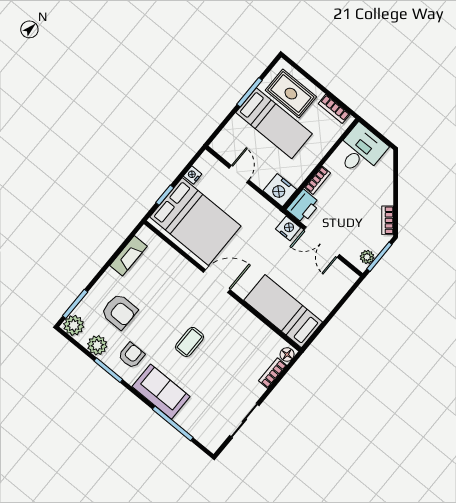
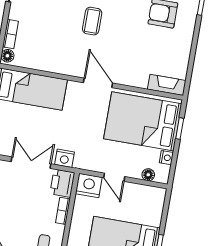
floor lamp: (219, 169) -> (148, 175), added
door: (239, 174) -> (114, 177), moved
fireplace: (128, 256) -> (167, 85), moved, turned 90
door: (217, 281) -> (98, 83), swing flipped

